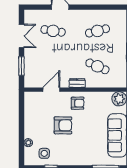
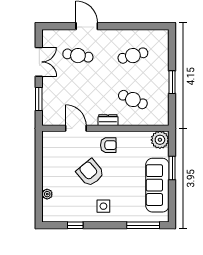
door: (51, 90) -> (76, 128), hinge flipped
armchair: (63, 125) -> (90, 173), turned -130
side table: (44, 153) -> (103, 206), moved

